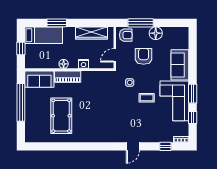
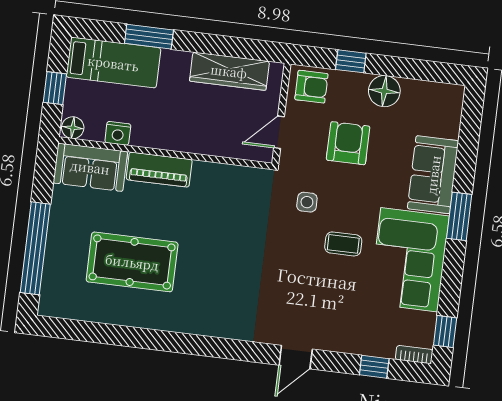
window: (141, 23) -> (351, 61), width x0.46
floor lamp: (64, 64) -> (73, 128), moved
nightstand: (84, 64) -> (118, 133), moved
window: (193, 94) -> (459, 216), moved
window: (21, 102) -> (35, 248), moved
pool table: (61, 116) -> (132, 262), turned 90
window: (193, 118) -> (445, 331), moved

